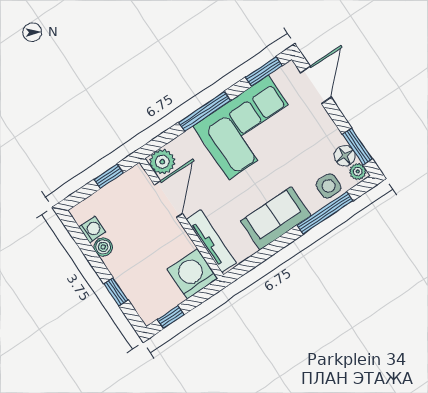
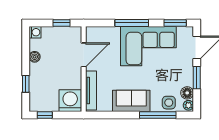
window: (358, 147) -> (197, 78), moved
plant: (162, 162) -> (93, 34), removed
washing machine: (92, 229) -> (35, 32), moved

